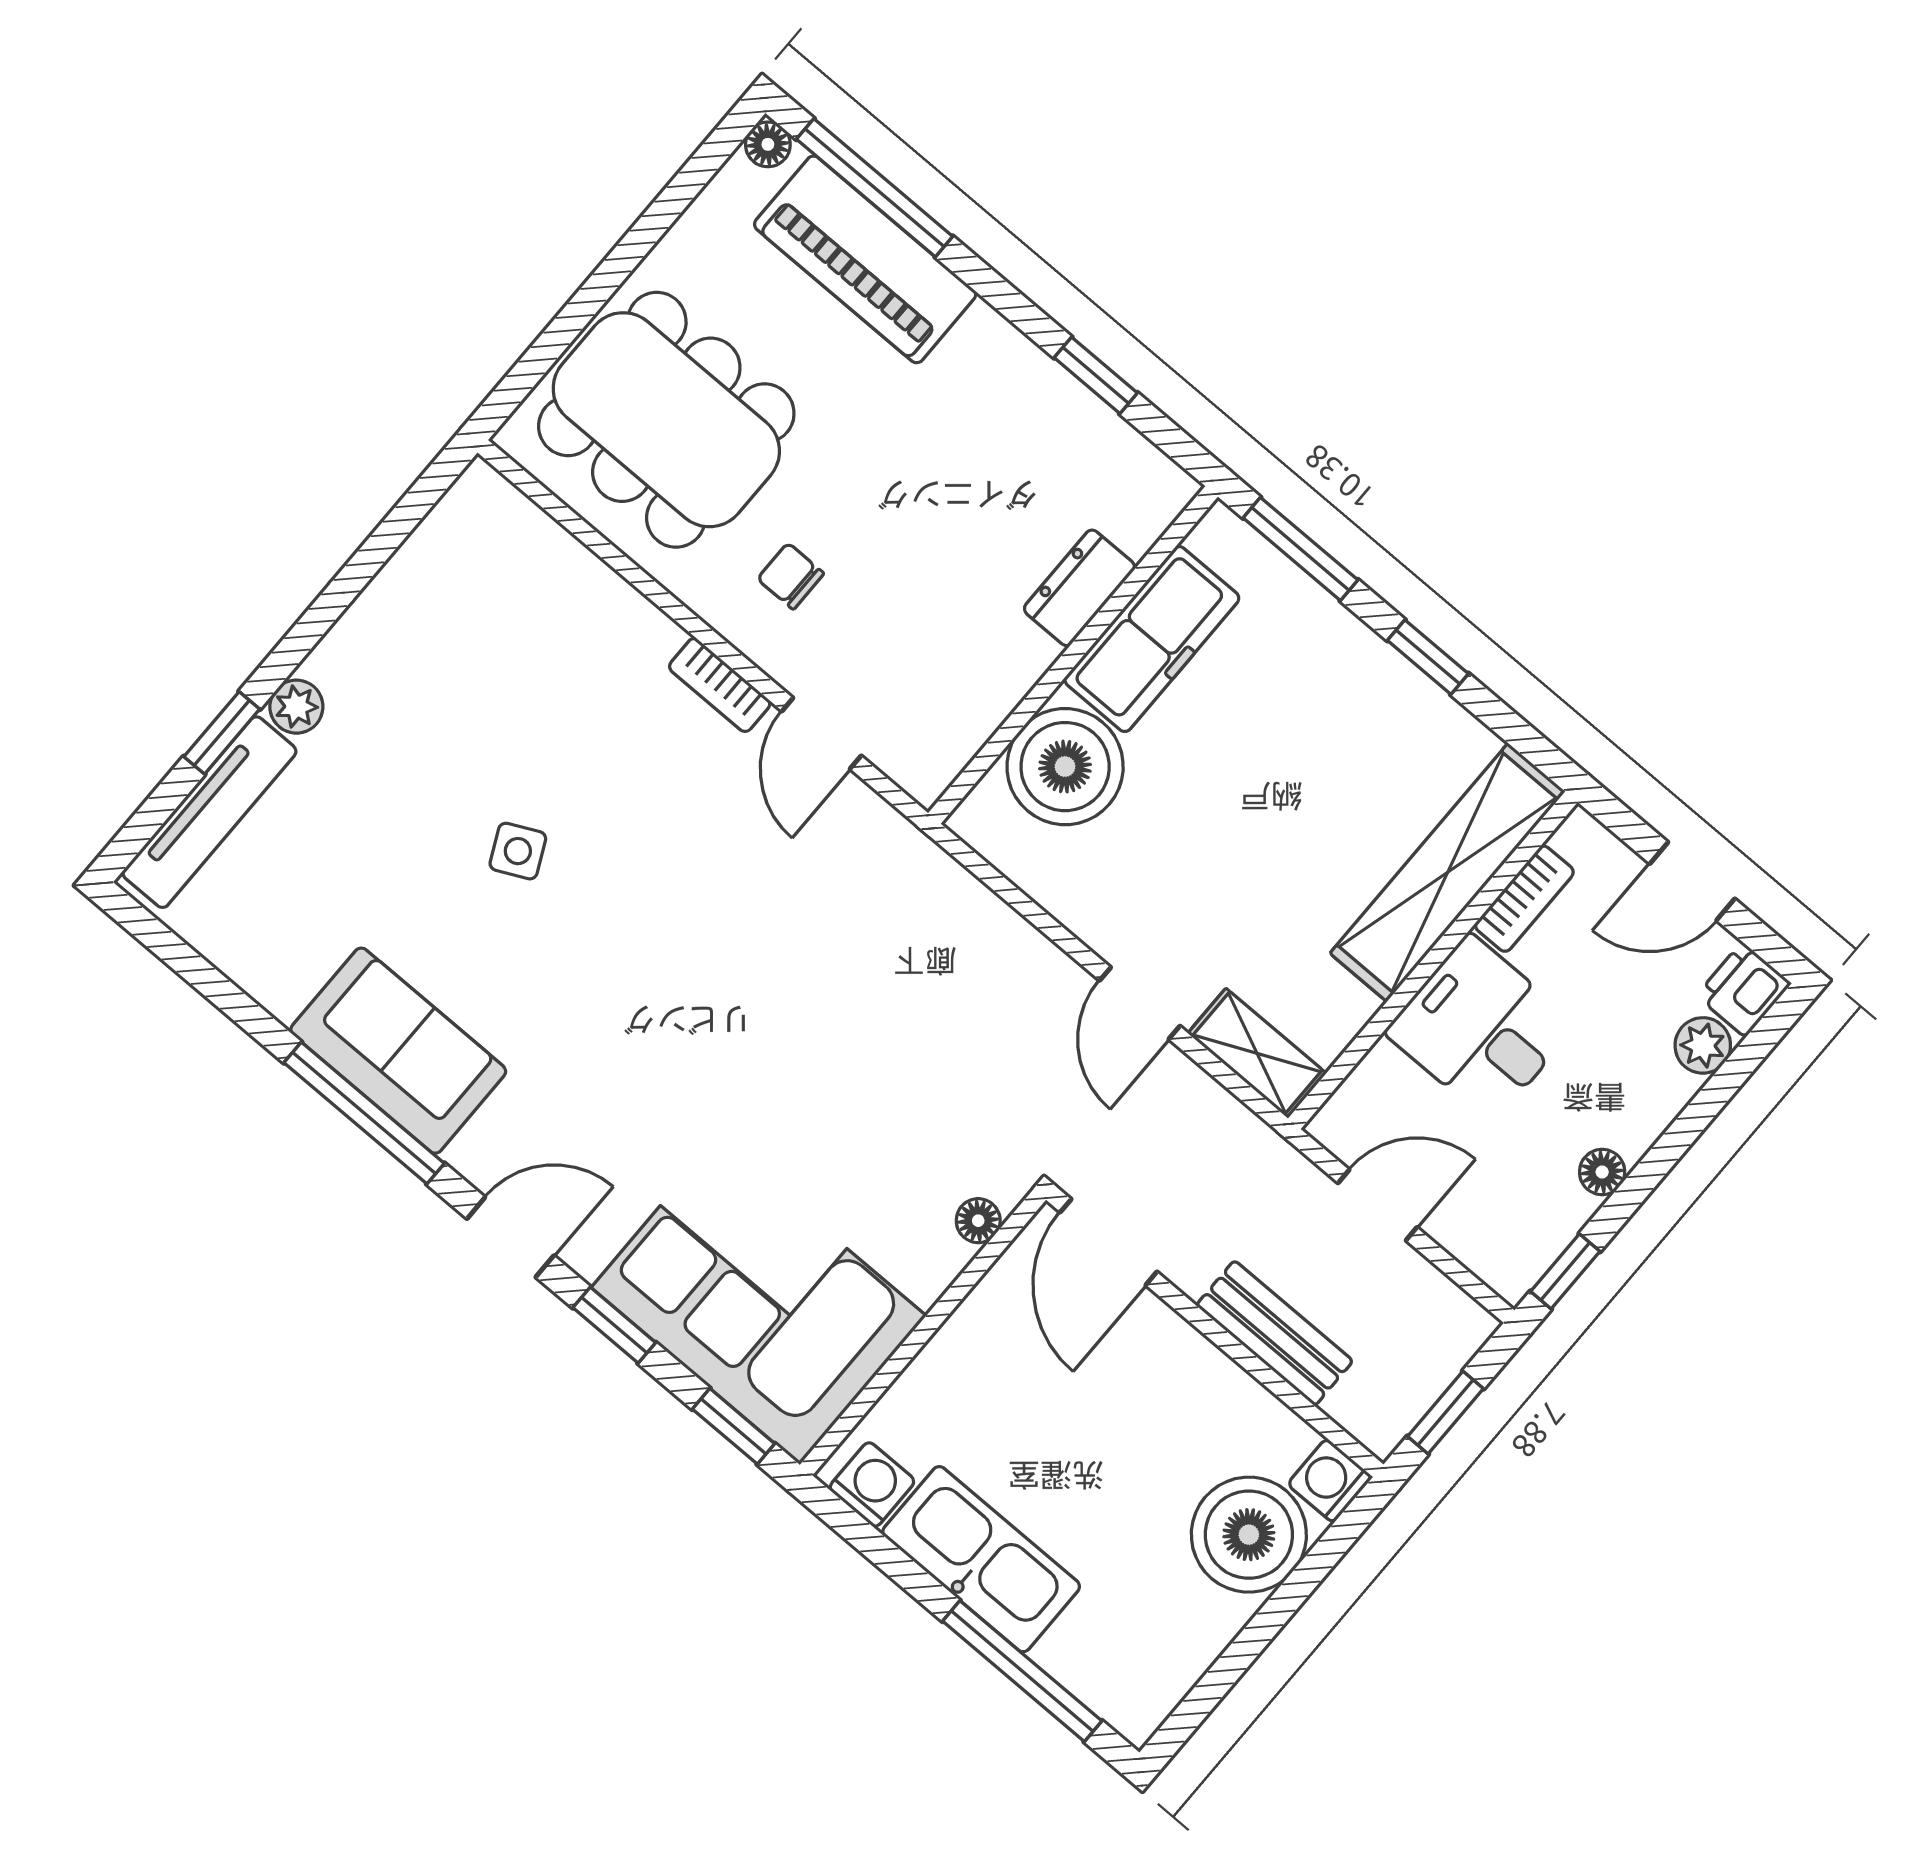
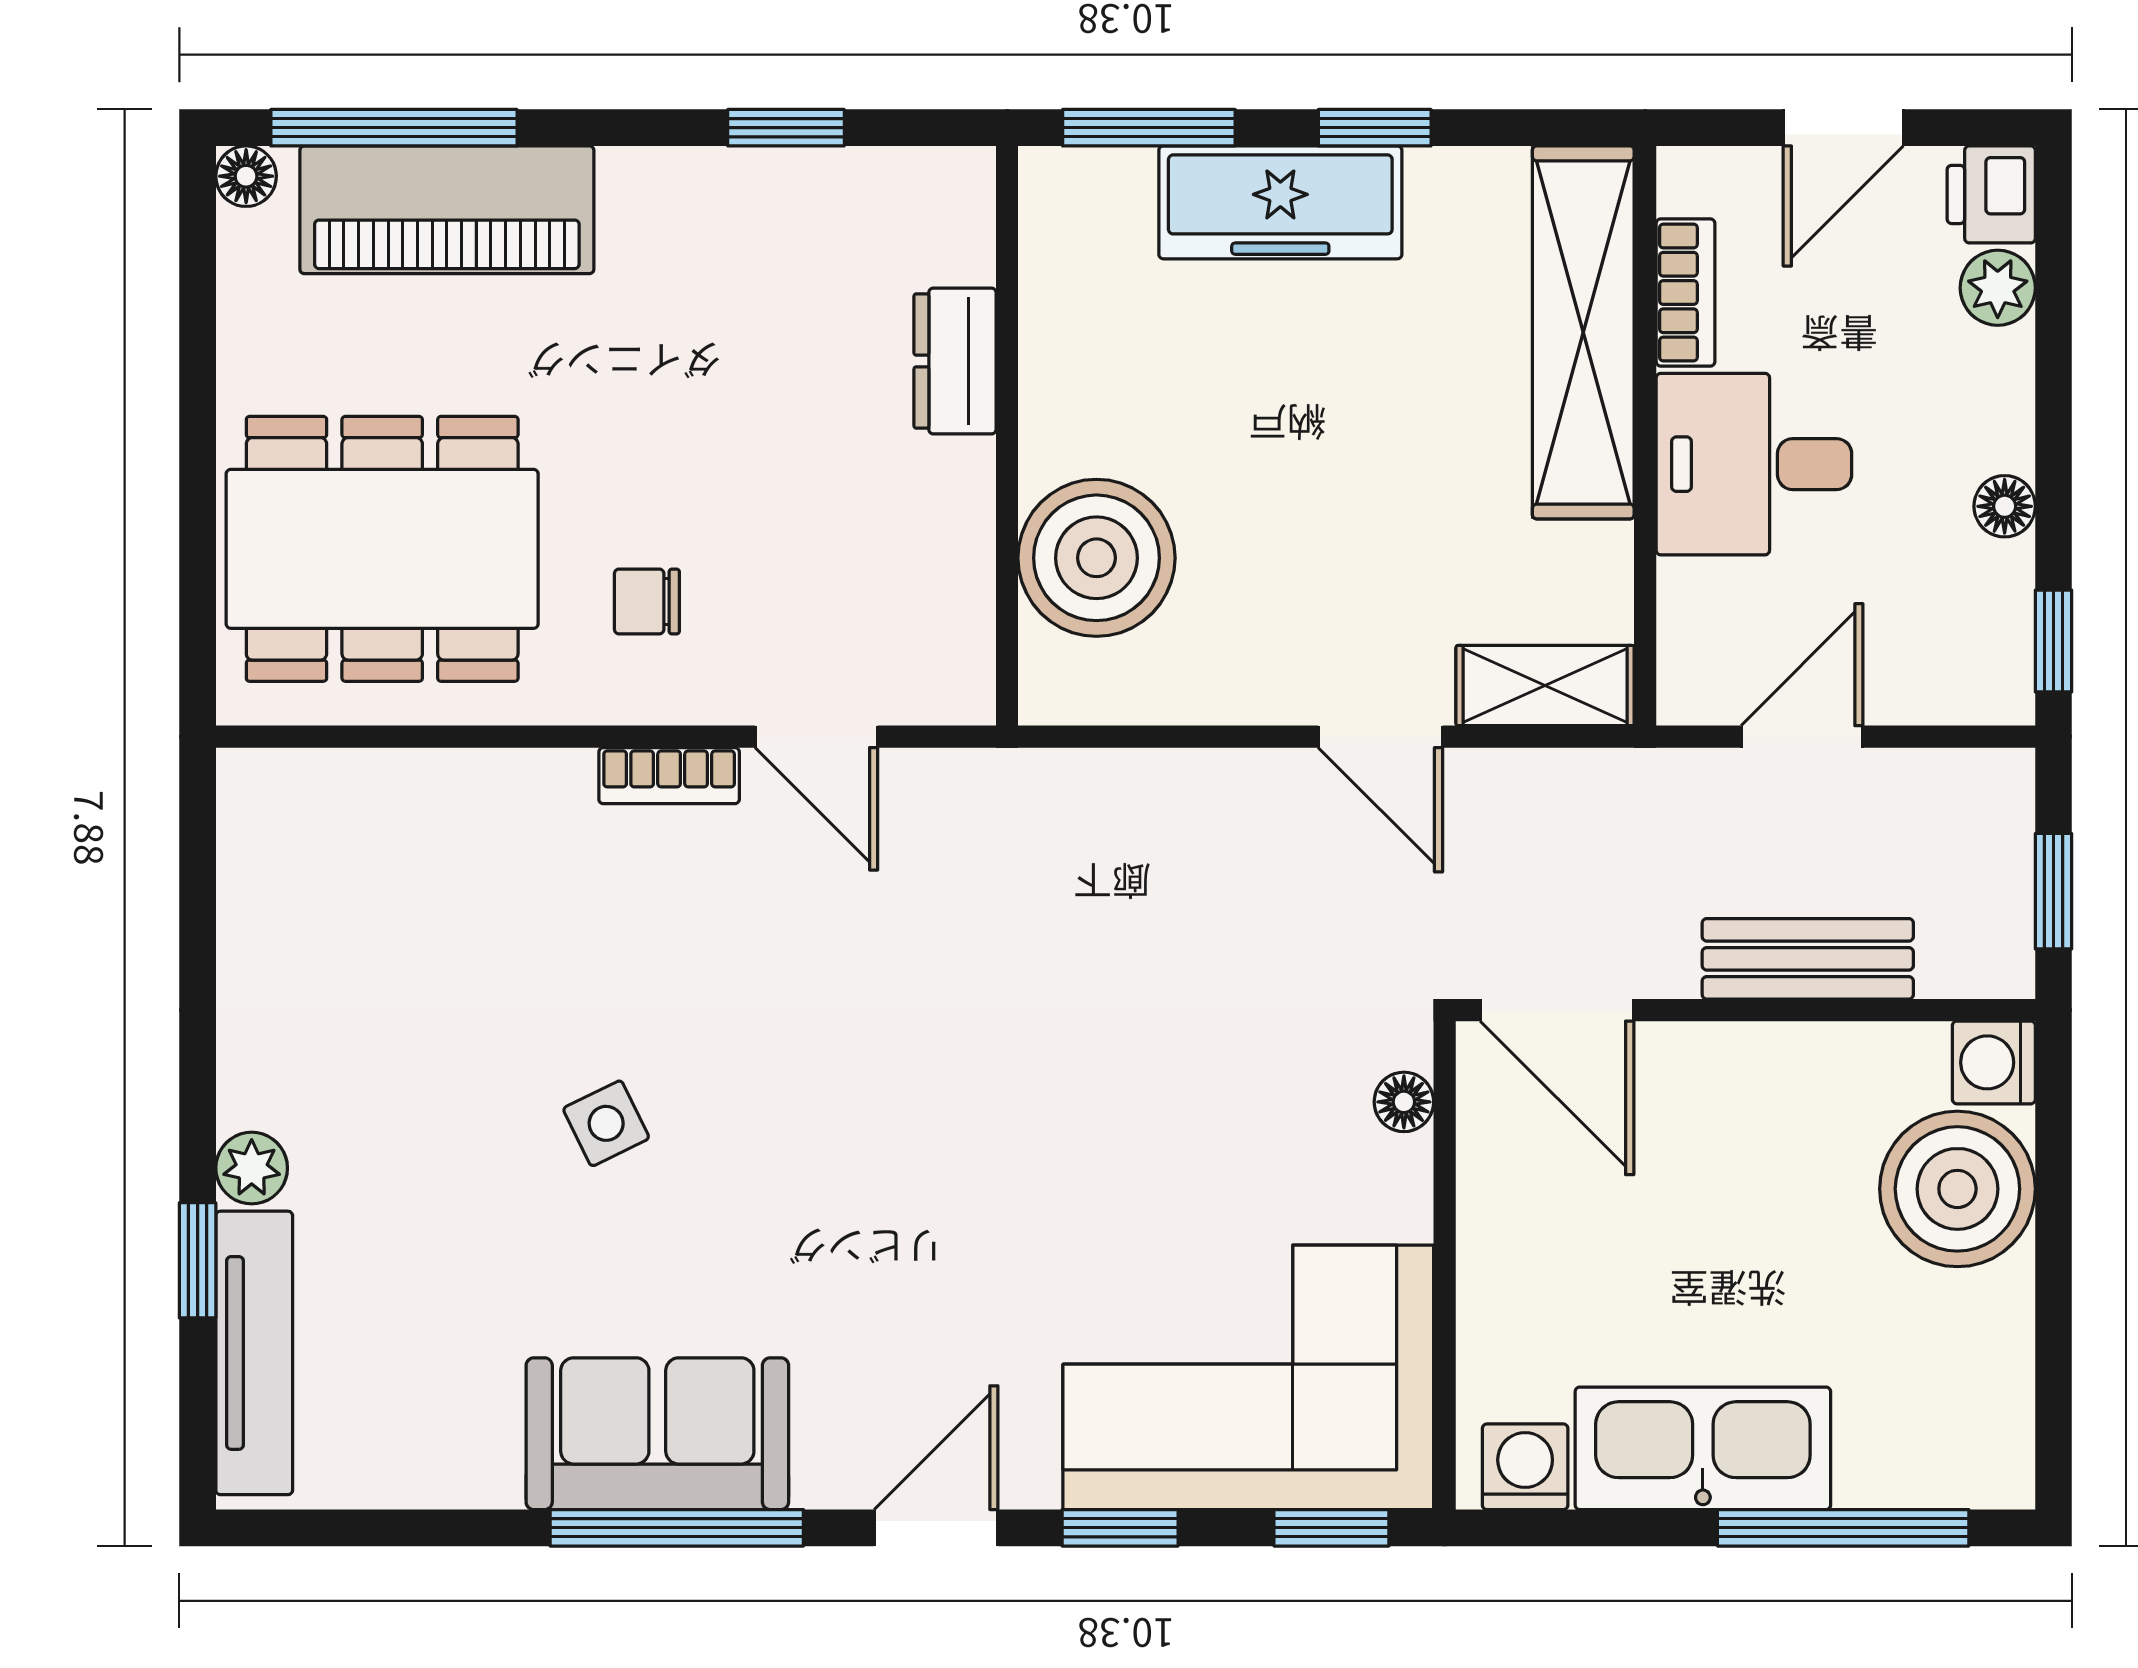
freezer: (1152, 639) -> (1280, 202), moved, turned 90

